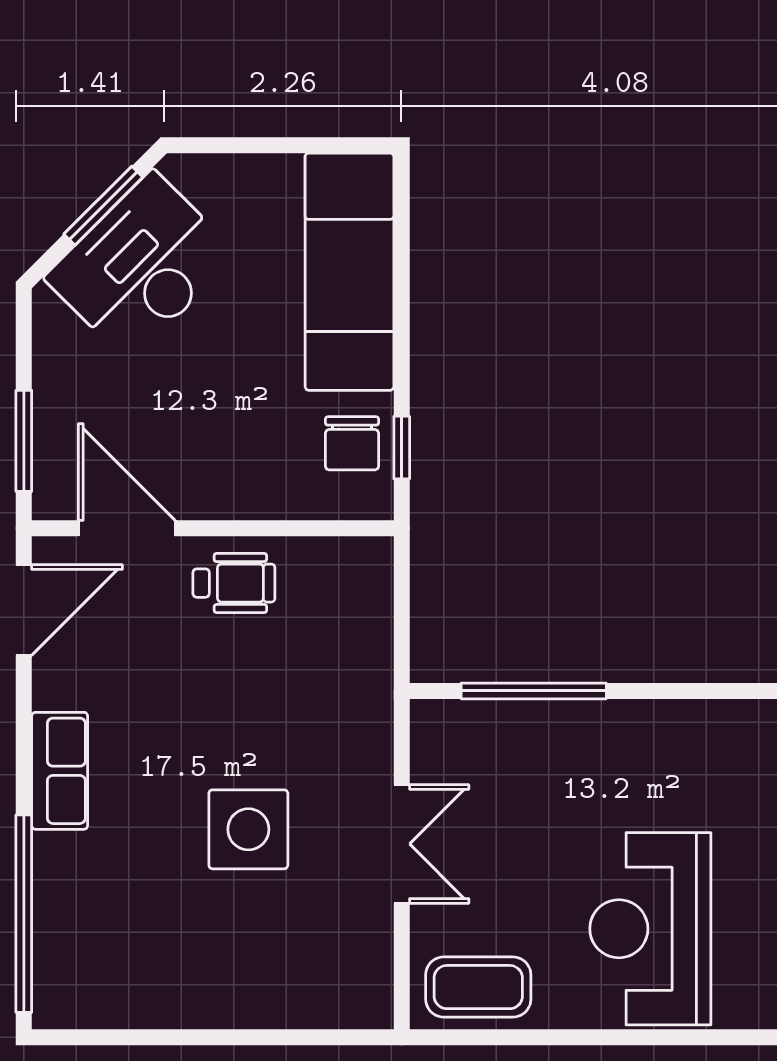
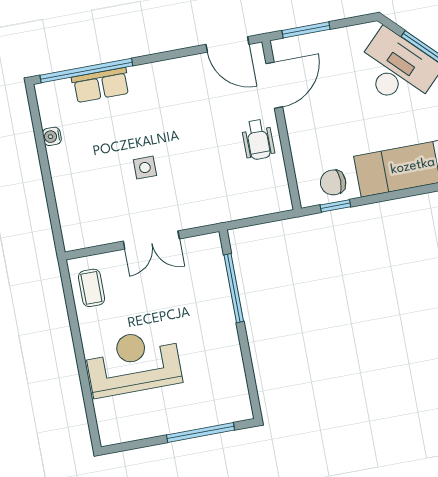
row of seats: (60, 771) -> (101, 85), moved
side table: (248, 829) -> (145, 168), width x0.54, depth x0.54
coffee table: (478, 987) -> (91, 288), width x0.73, depth x0.77
water cooler: (148, 1011) -> (52, 136), added

